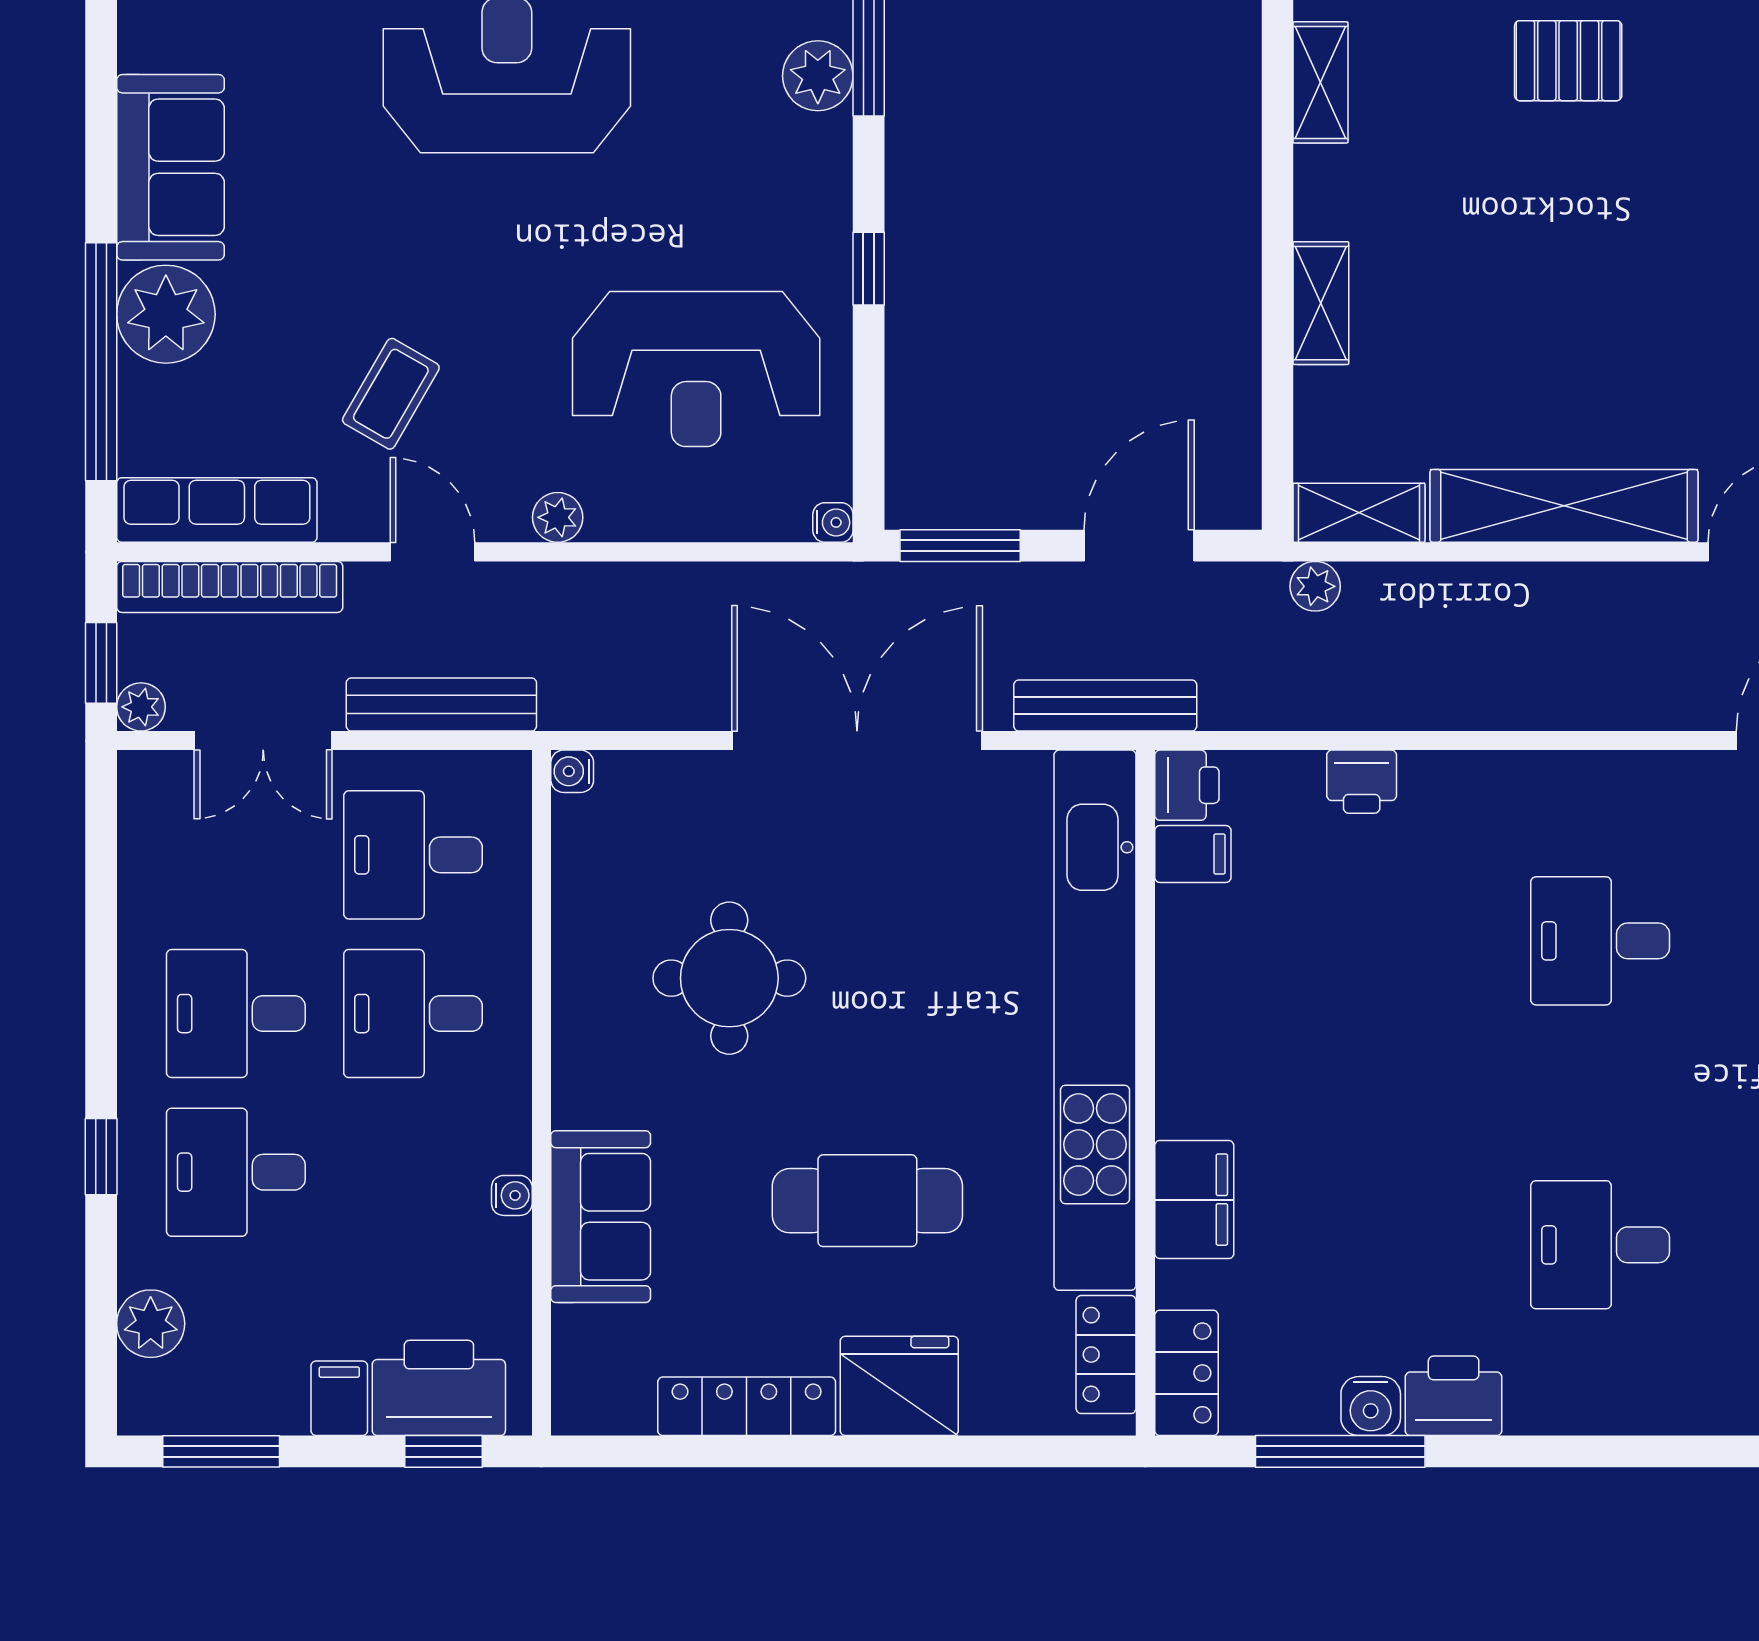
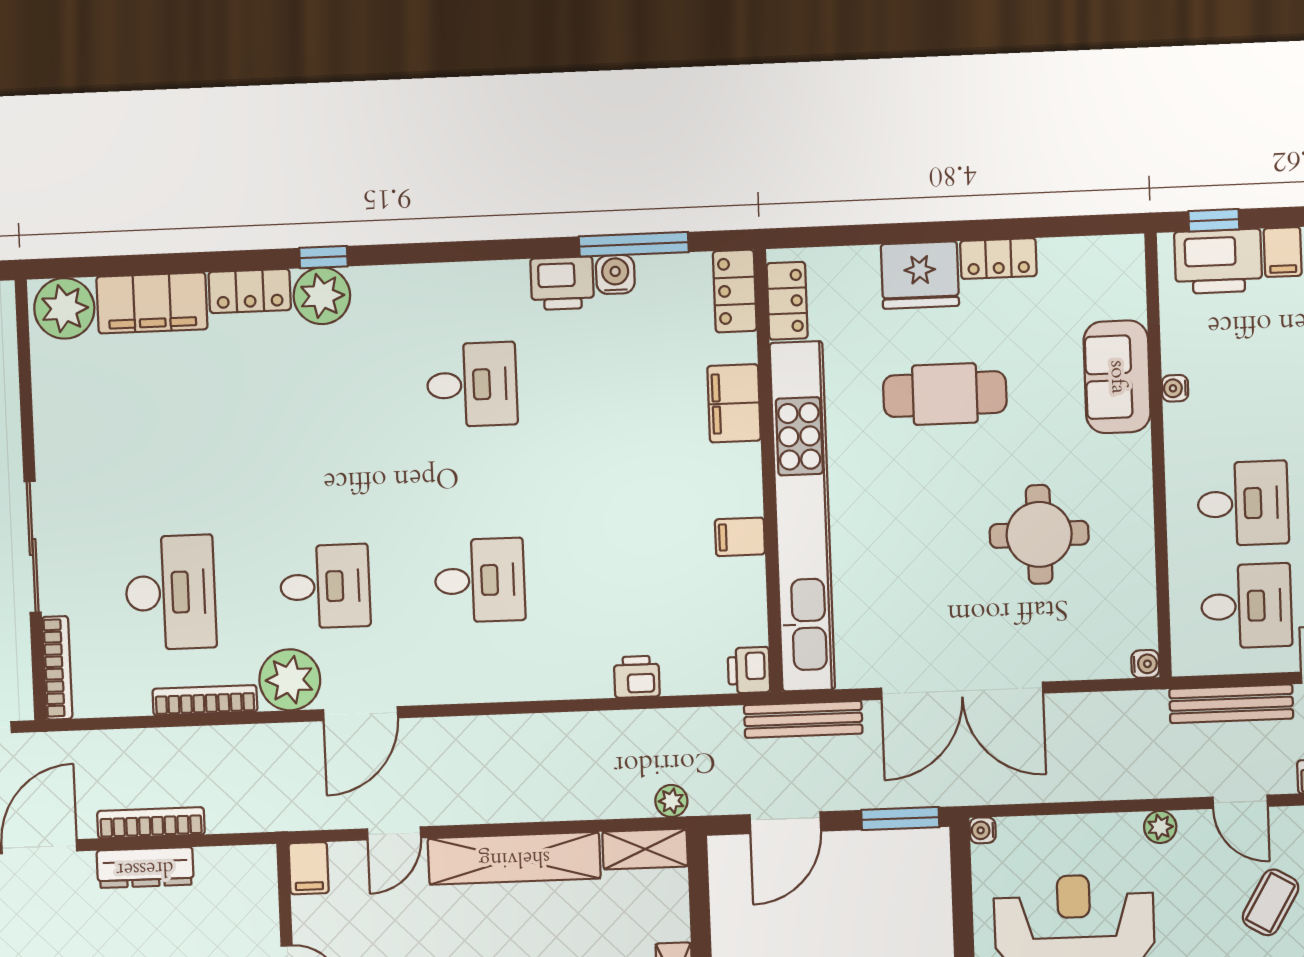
filing cabinet: (1193, 854) -> (740, 537), moved
locker: (747, 1406) -> (998, 258), width x0.66

